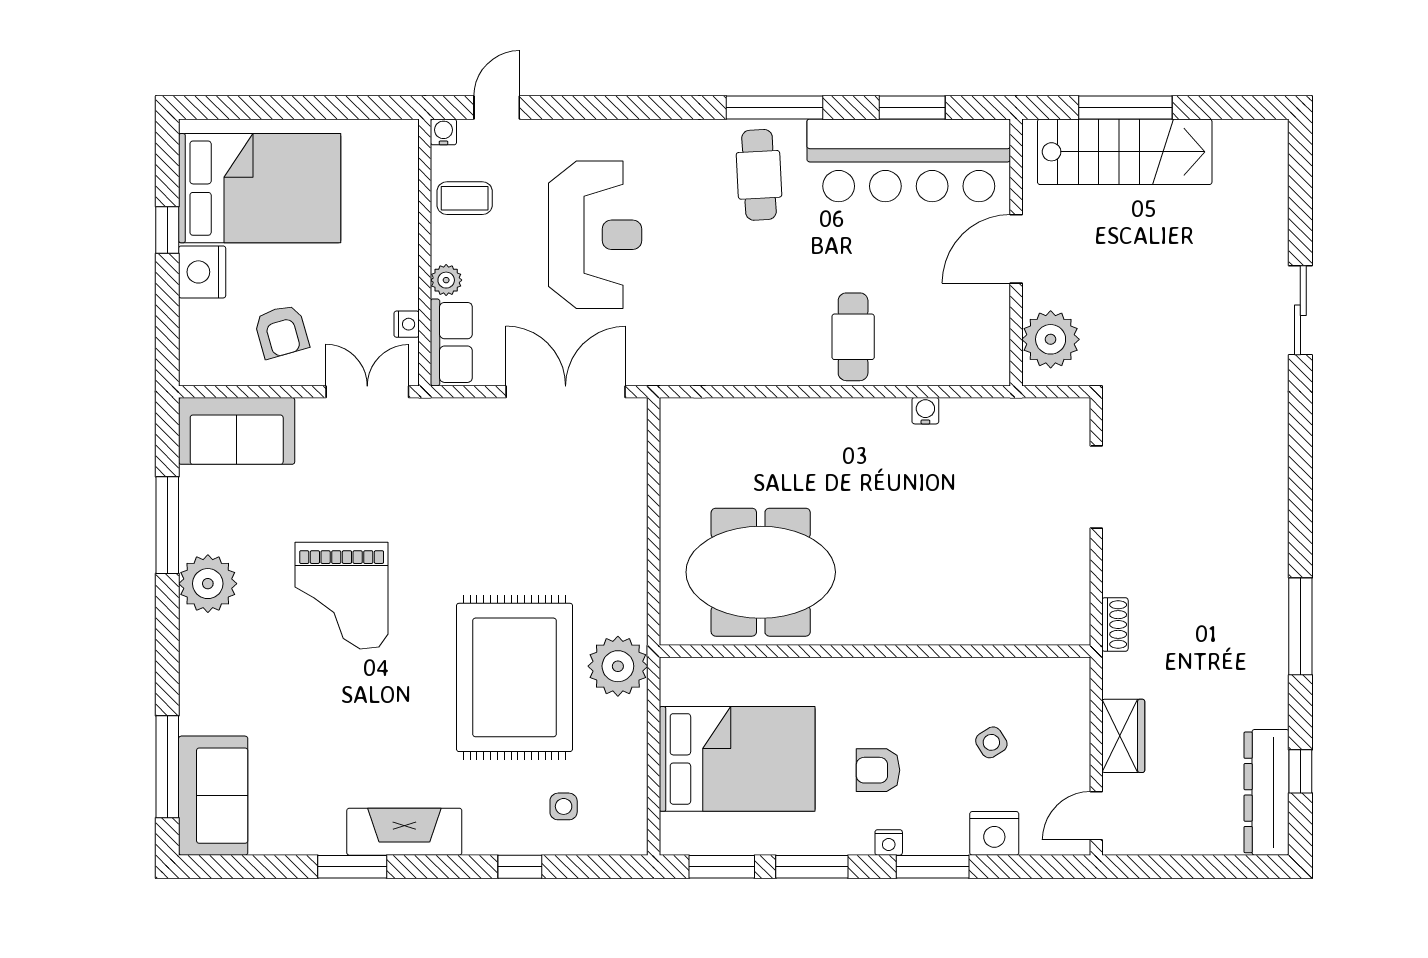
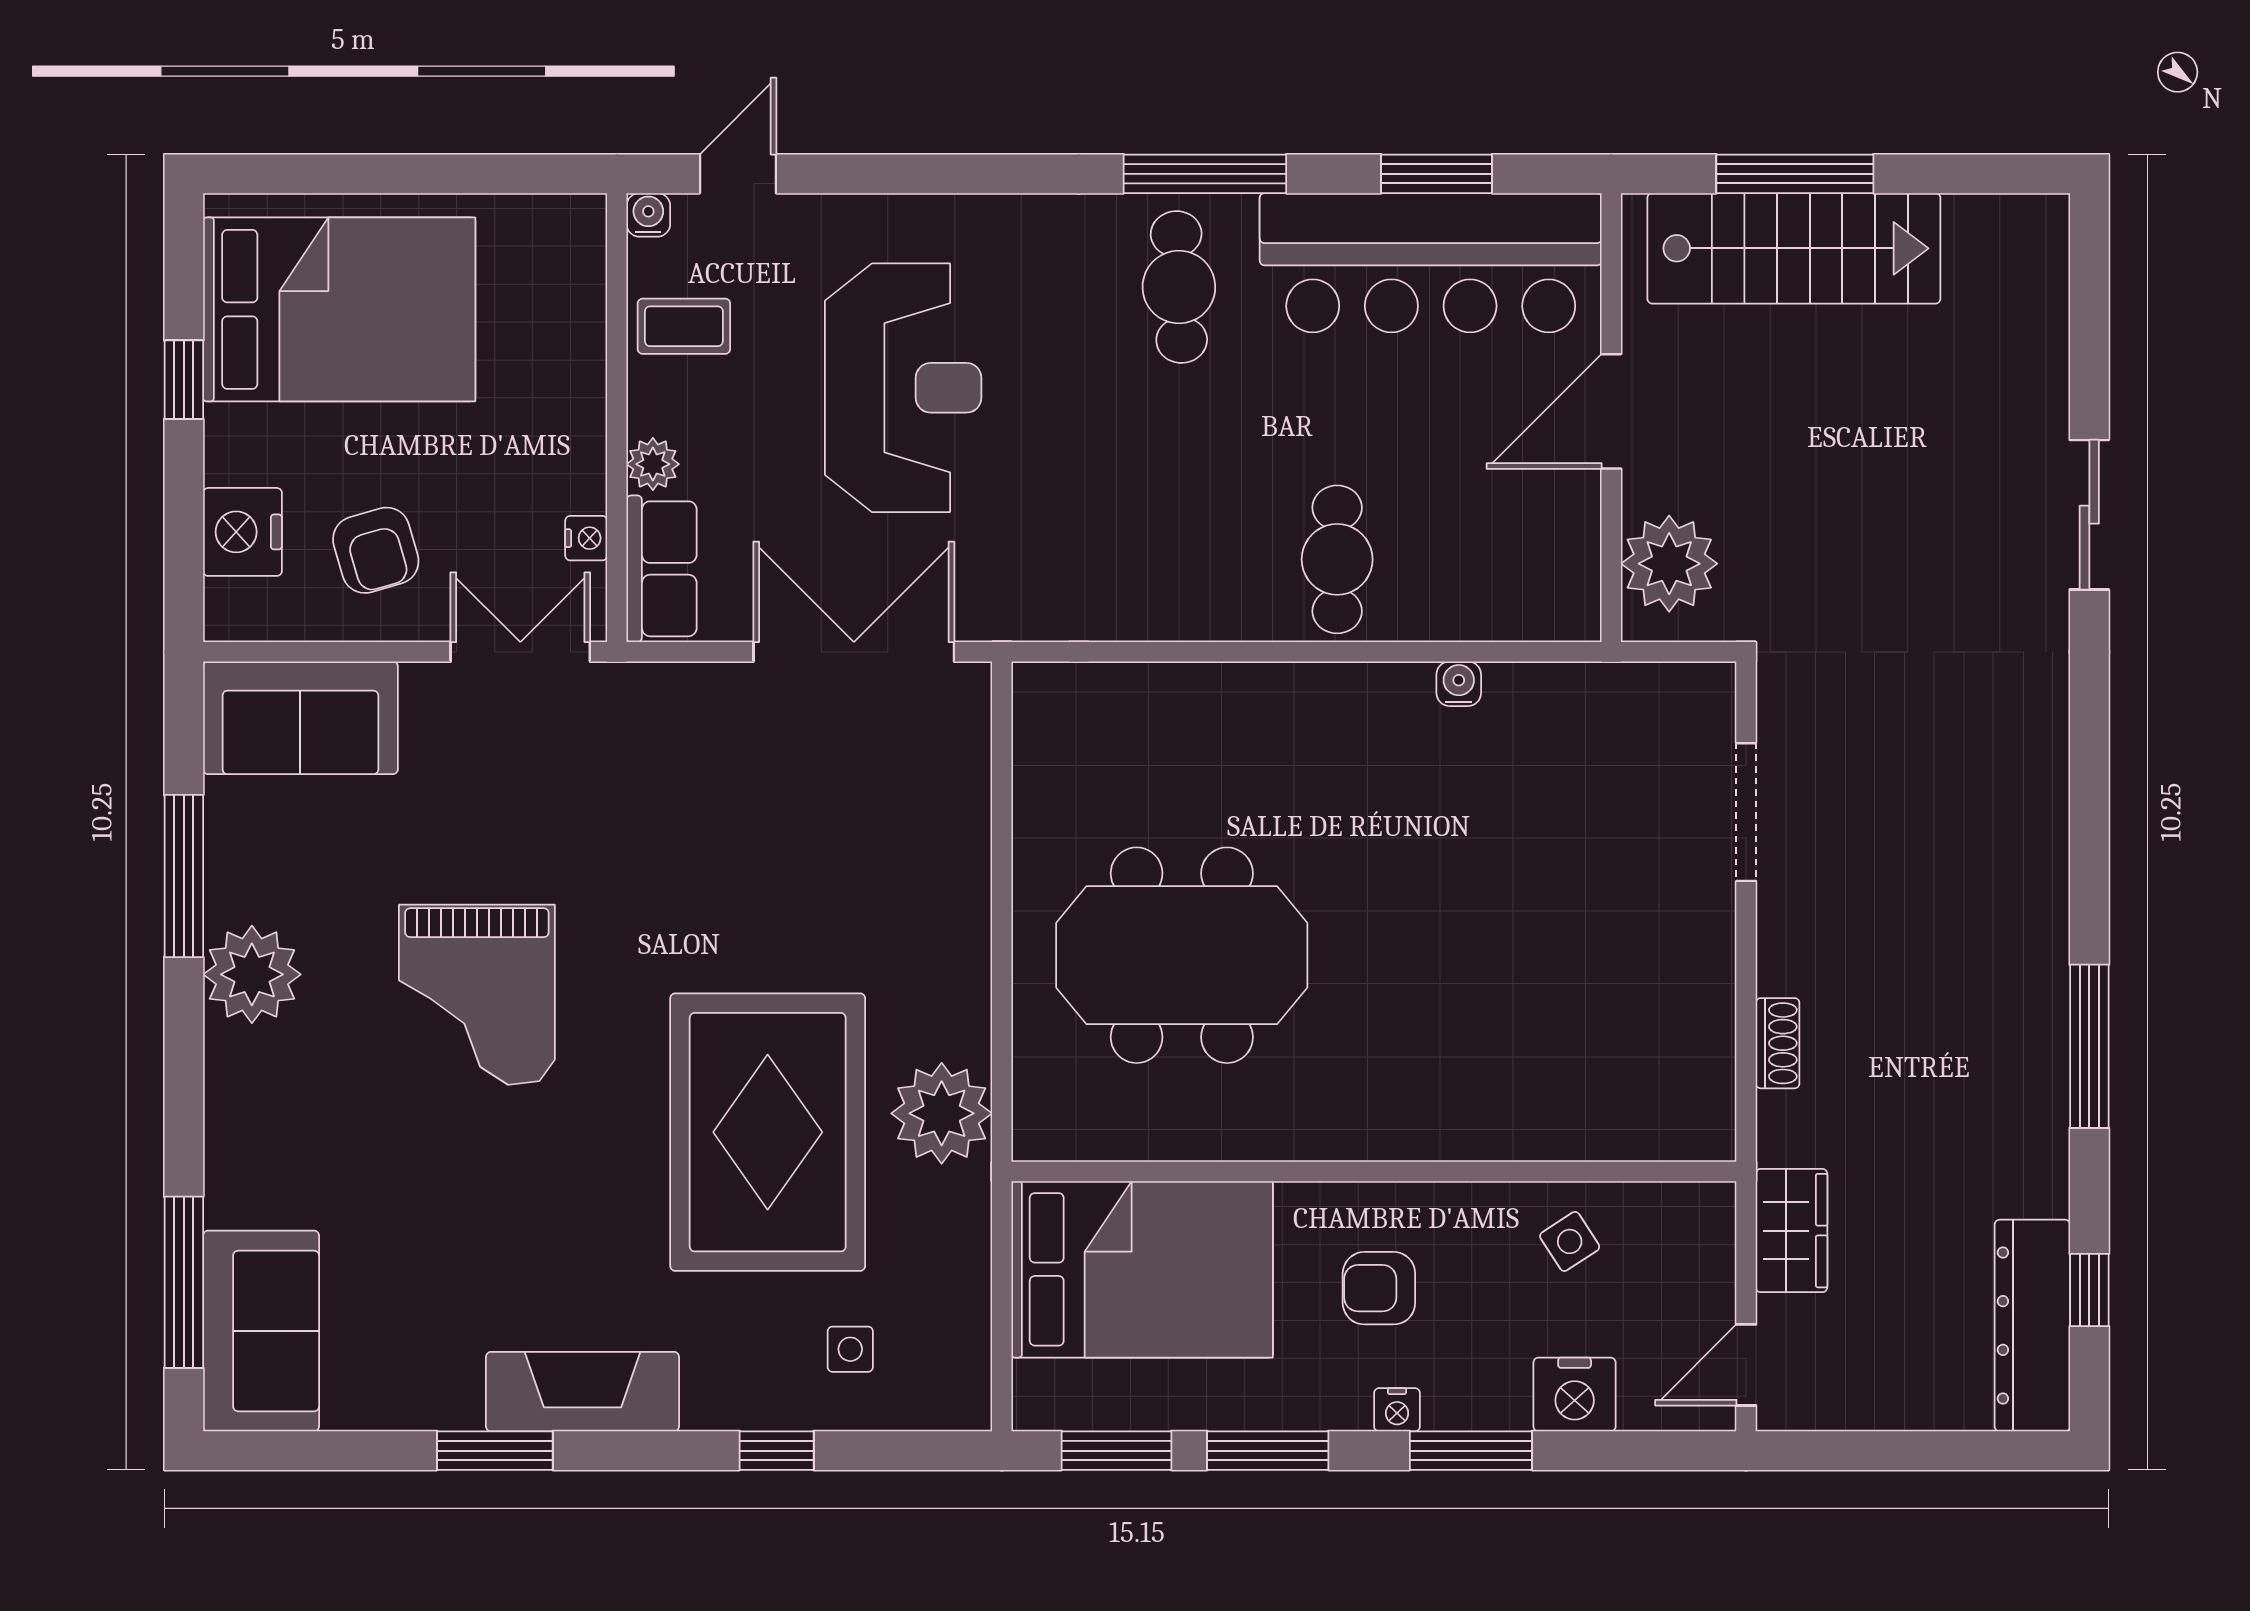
nightstand: (202, 272) -> (242, 532), moved
wall: (875, 651) -> (1374, 1171), moved

